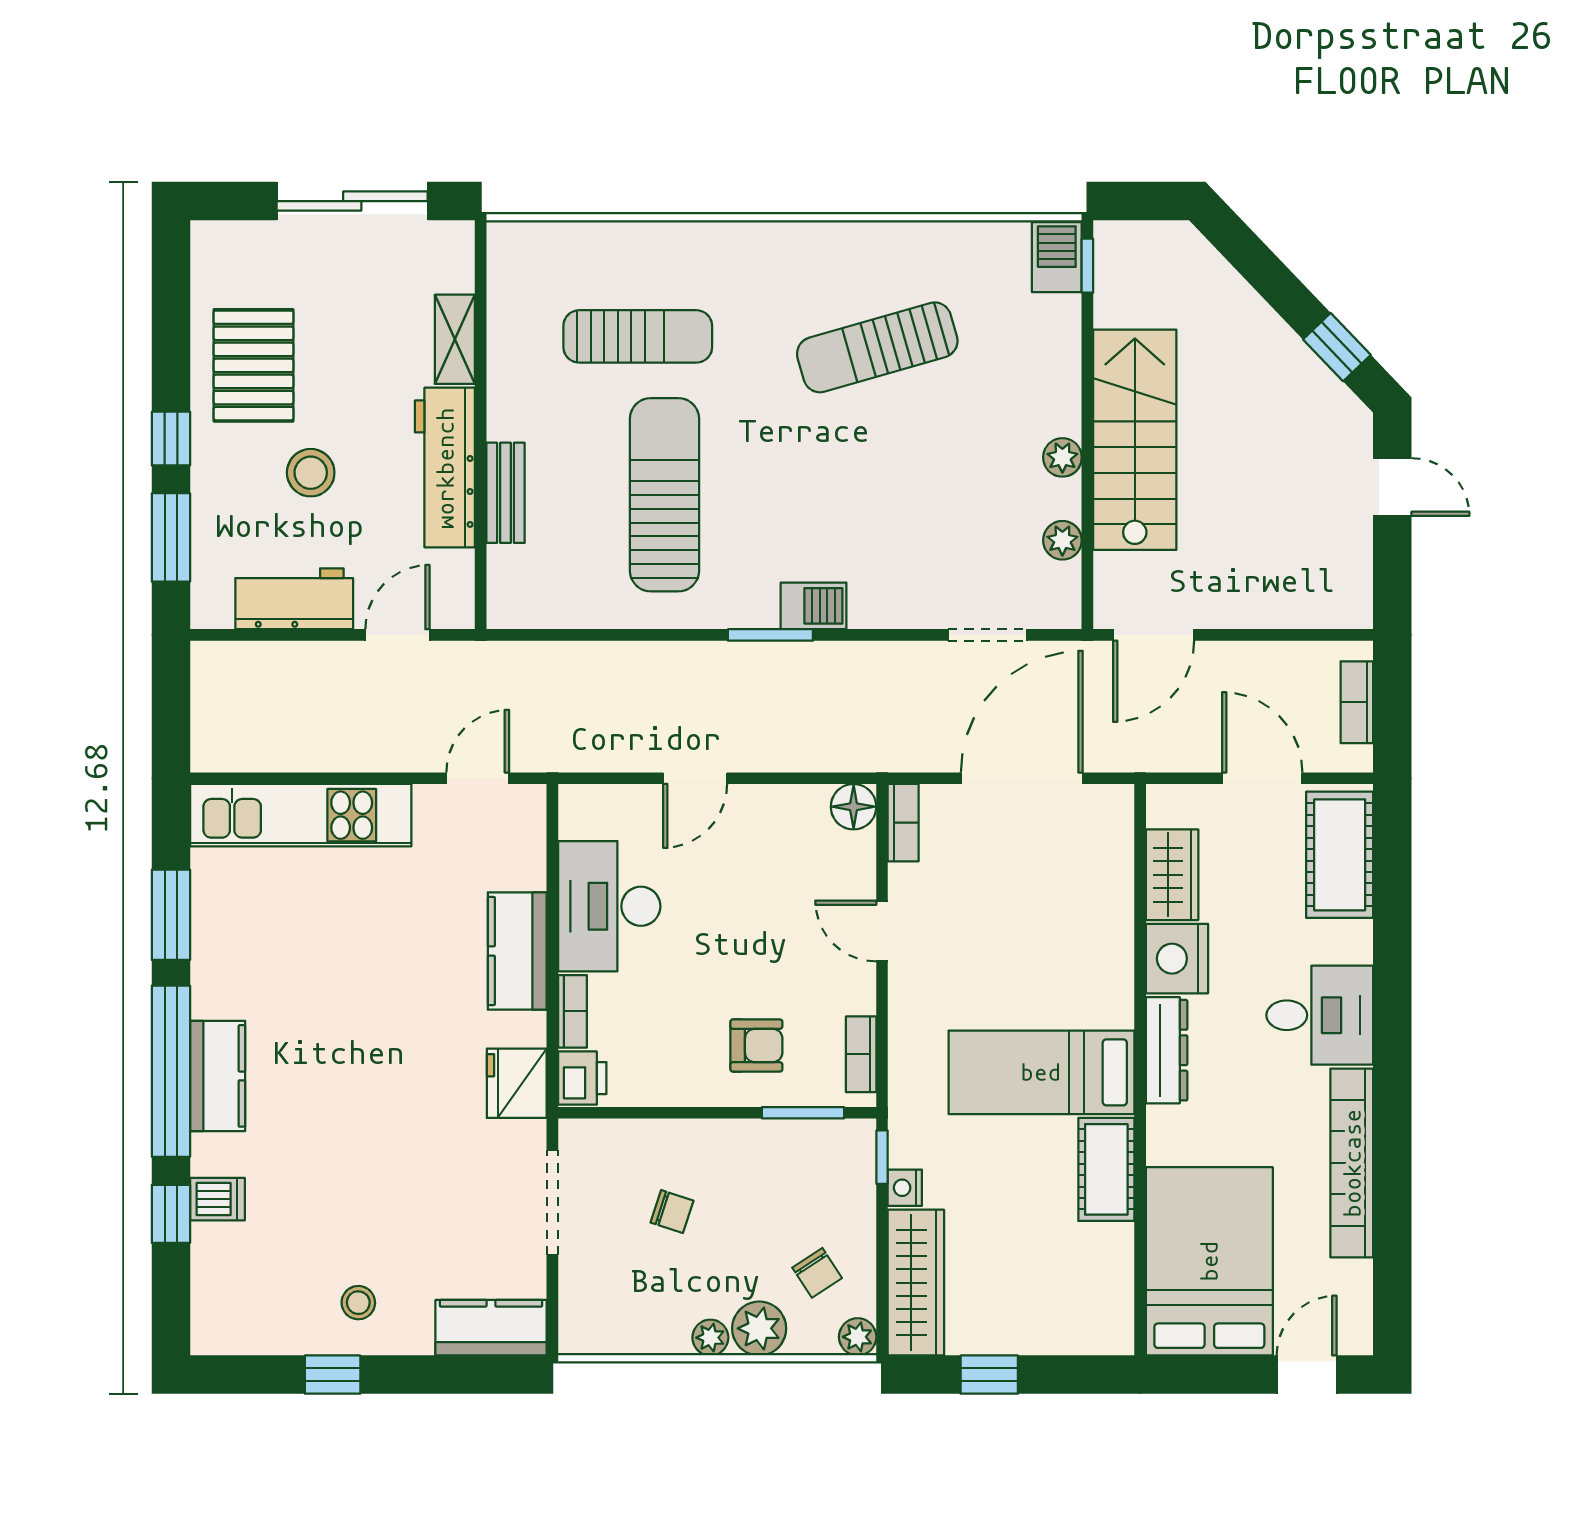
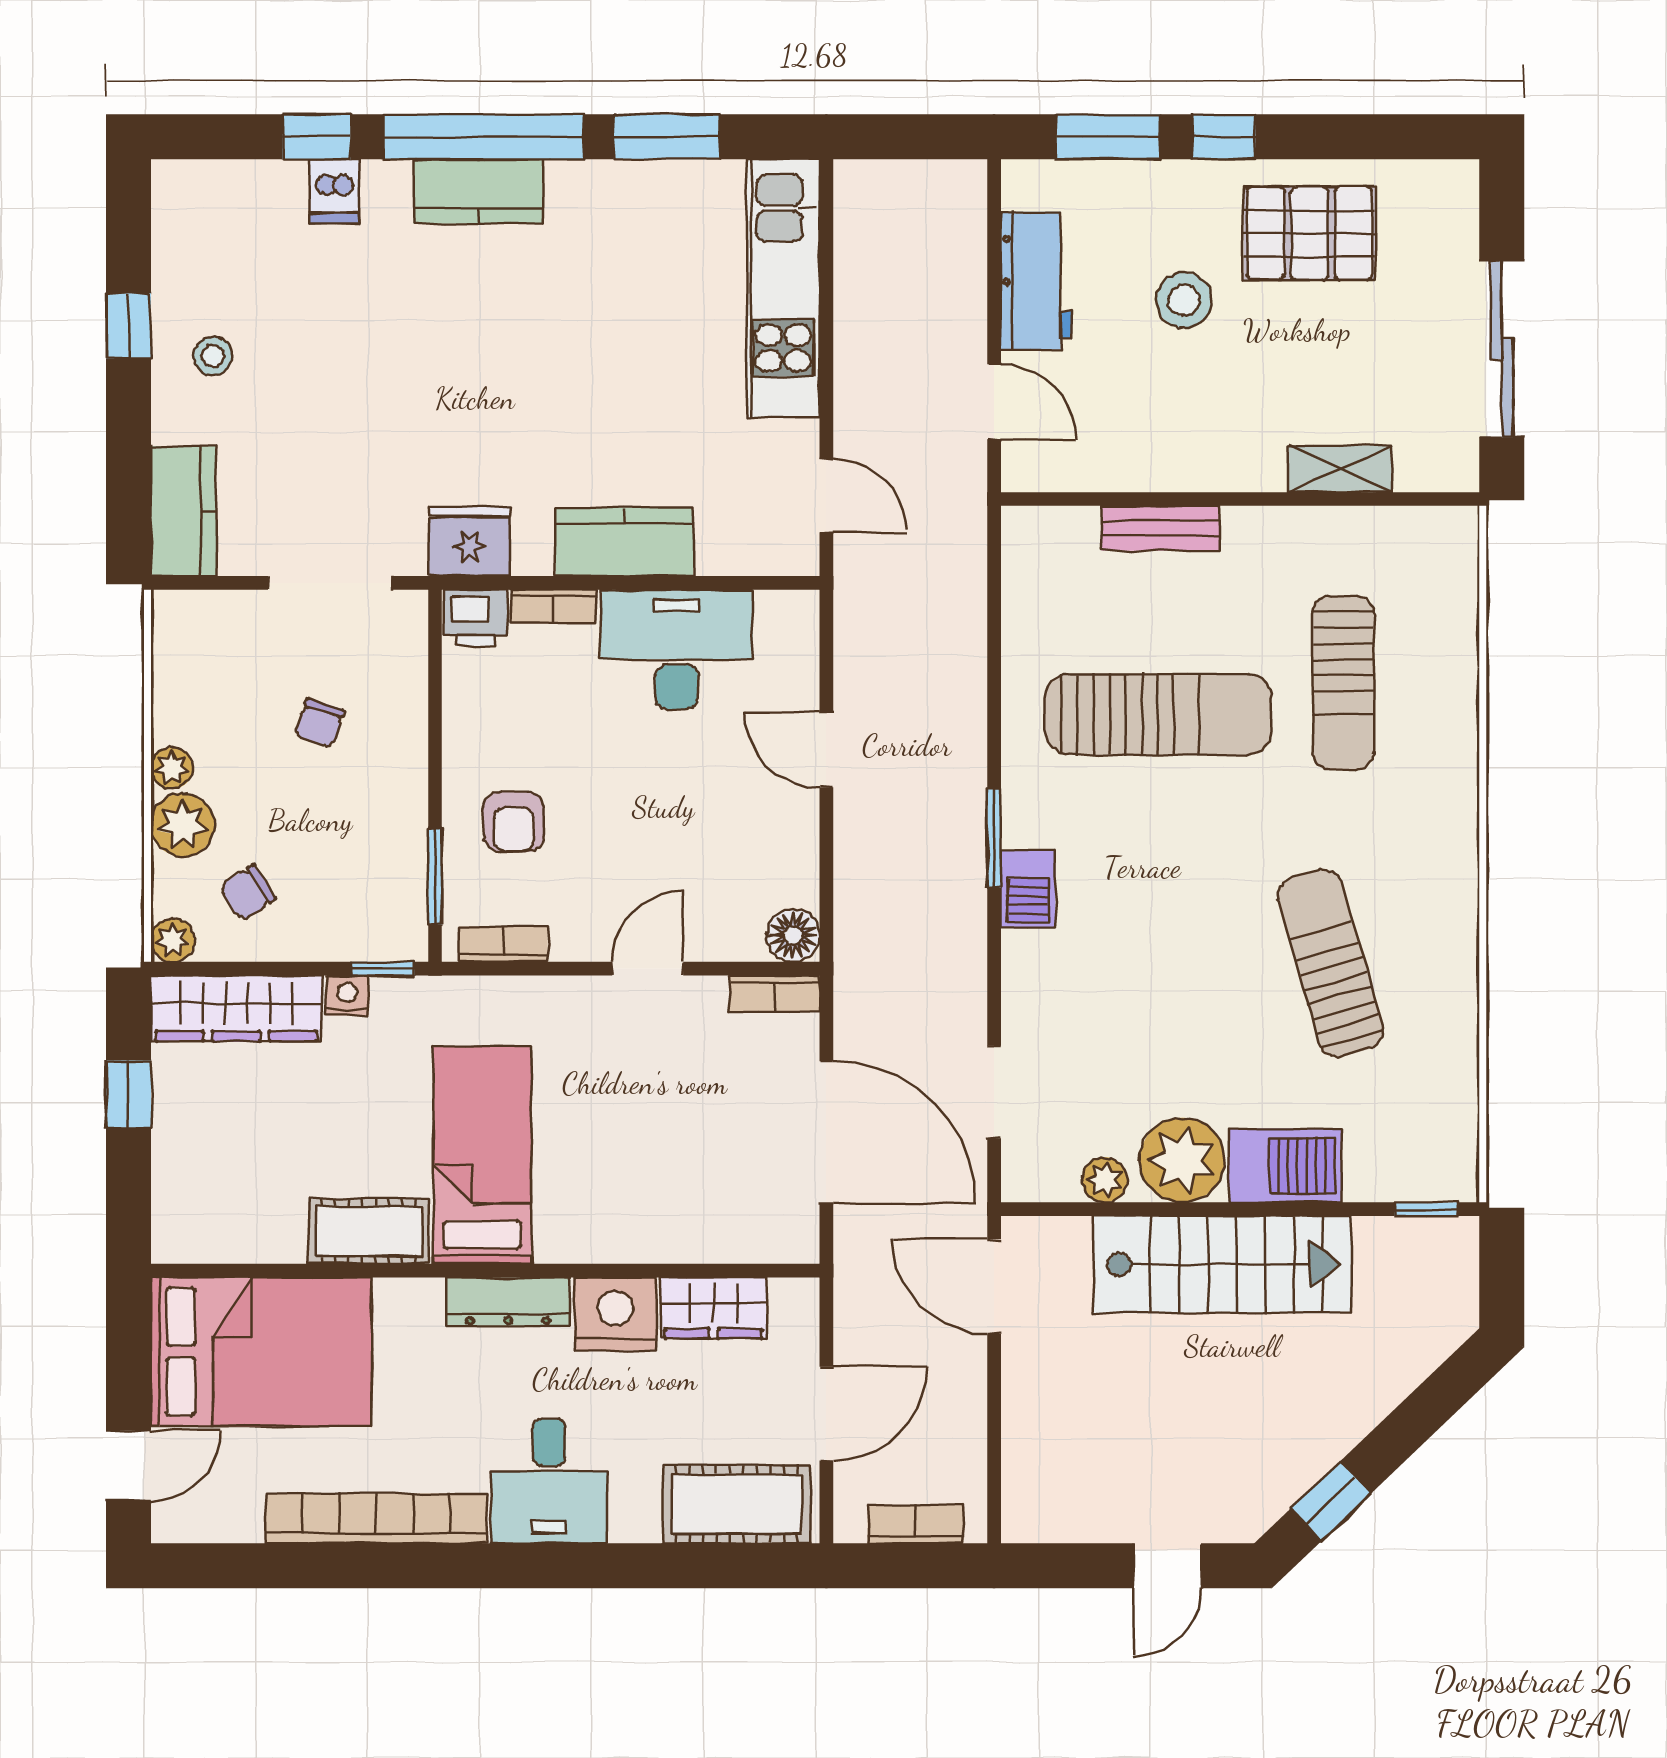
barbecue: (1057, 257) -> (1285, 1166), moved, width x1.38, depth x1.27
plant: (1062, 457) -> (1182, 1160), width x1.88, depth x1.88
workbench: (445, 468) -> (1190, 457), removed
door: (1307, 1375) -> (129, 1466), hinge flipped

